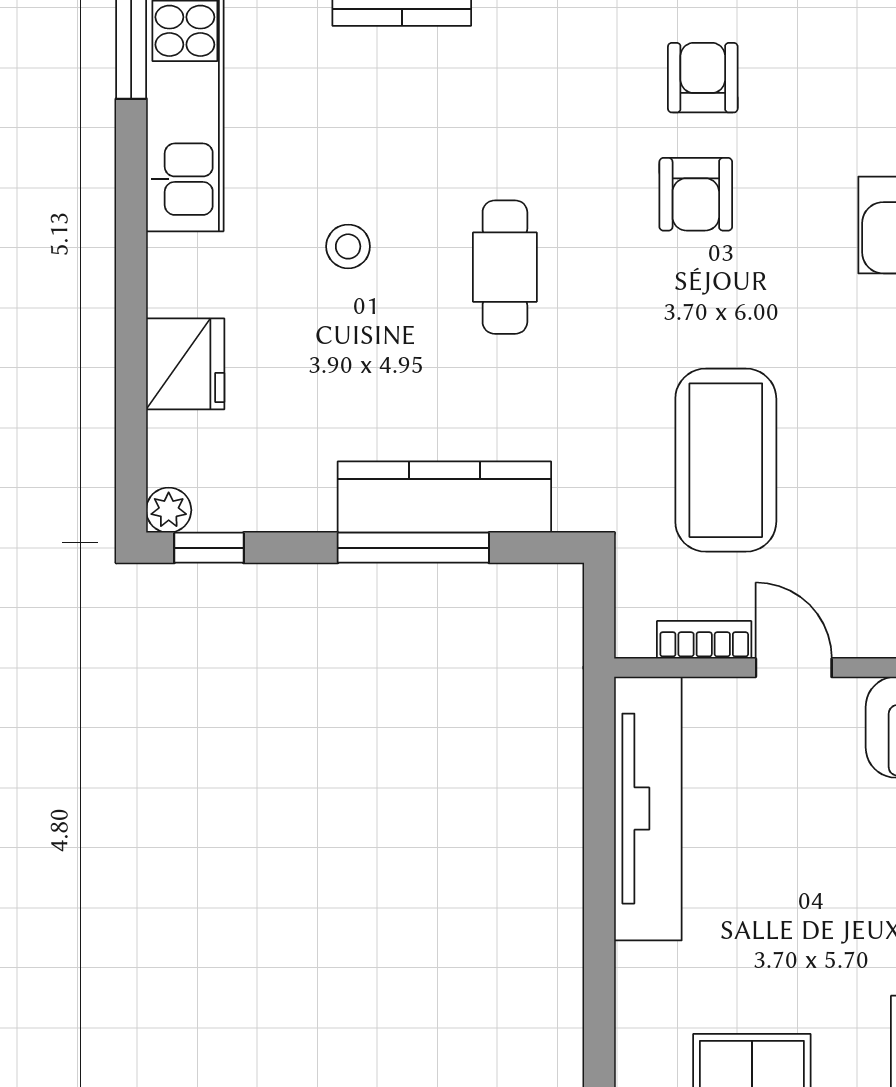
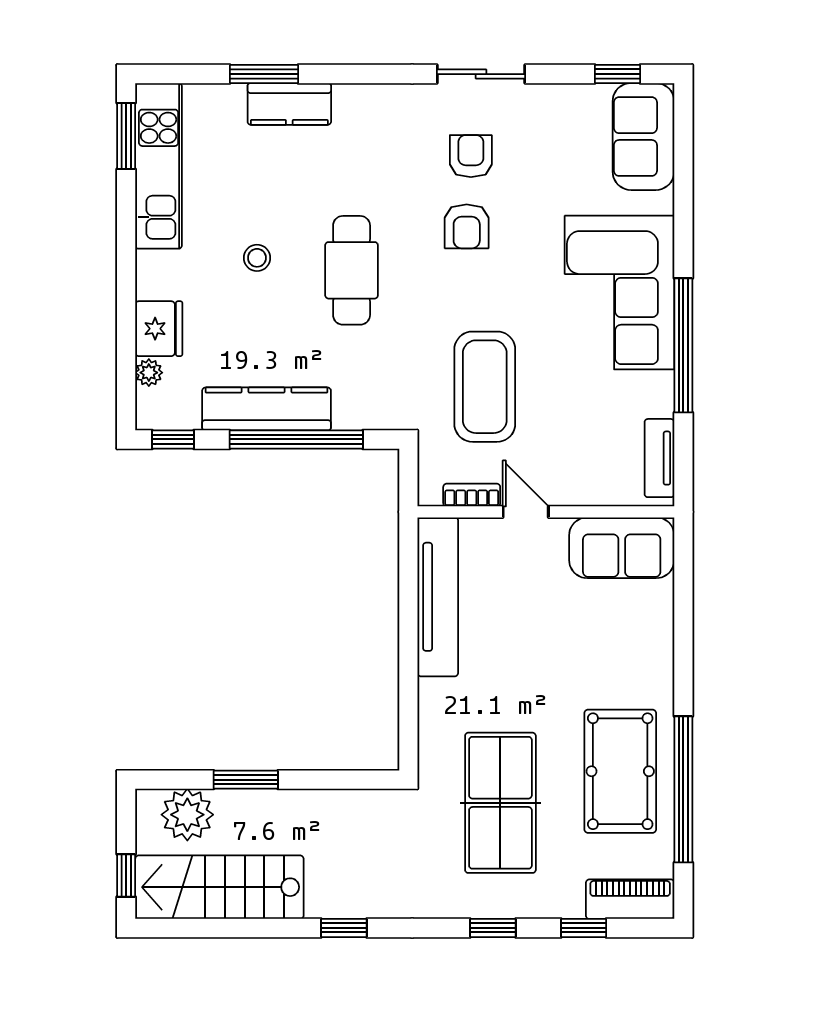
cafe table: (505, 267) -> (352, 270), width x1.37, depth x1.35
kitchen counter: (444, 497) -> (267, 409), moved
plant: (169, 510) -> (149, 373), moved
window: (413, 548) -> (296, 439), width x1.46

